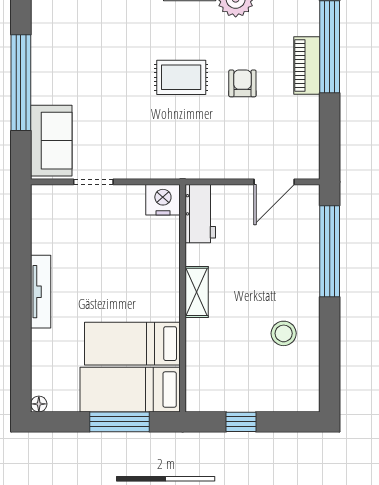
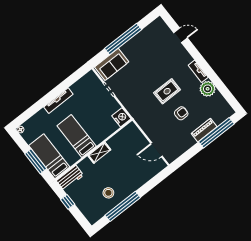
rug: (181, 77) -> (167, 91), turned 90
workbench: (200, 214) -> (70, 178), moved
window: (330, 251) -> (123, 206), moved
bed: (132, 344) -> (77, 136), moved

